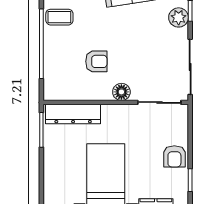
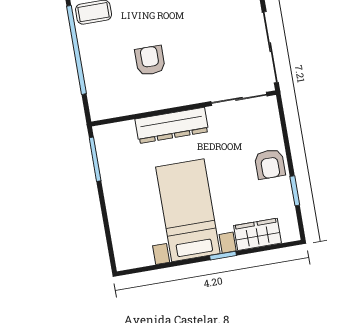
armchair: (96, 61) -> (150, 60), turned -90
floor lamp: (121, 92) -> (189, 94), removed
dresser: (73, 114) -> (172, 125), moved

